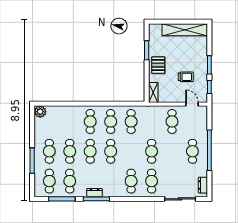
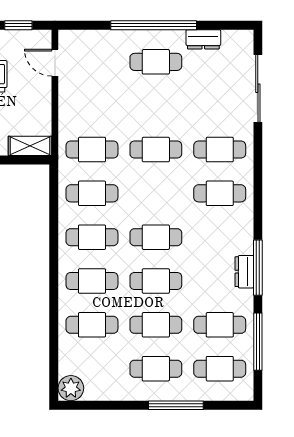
door: (192, 104) -> (55, 63), hinge flipped
cafe table: (70, 121) -> (92, 325), added
cafe table: (172, 121) -> (92, 150), moved
dresser: (203, 185) -> (203, 39), moved

